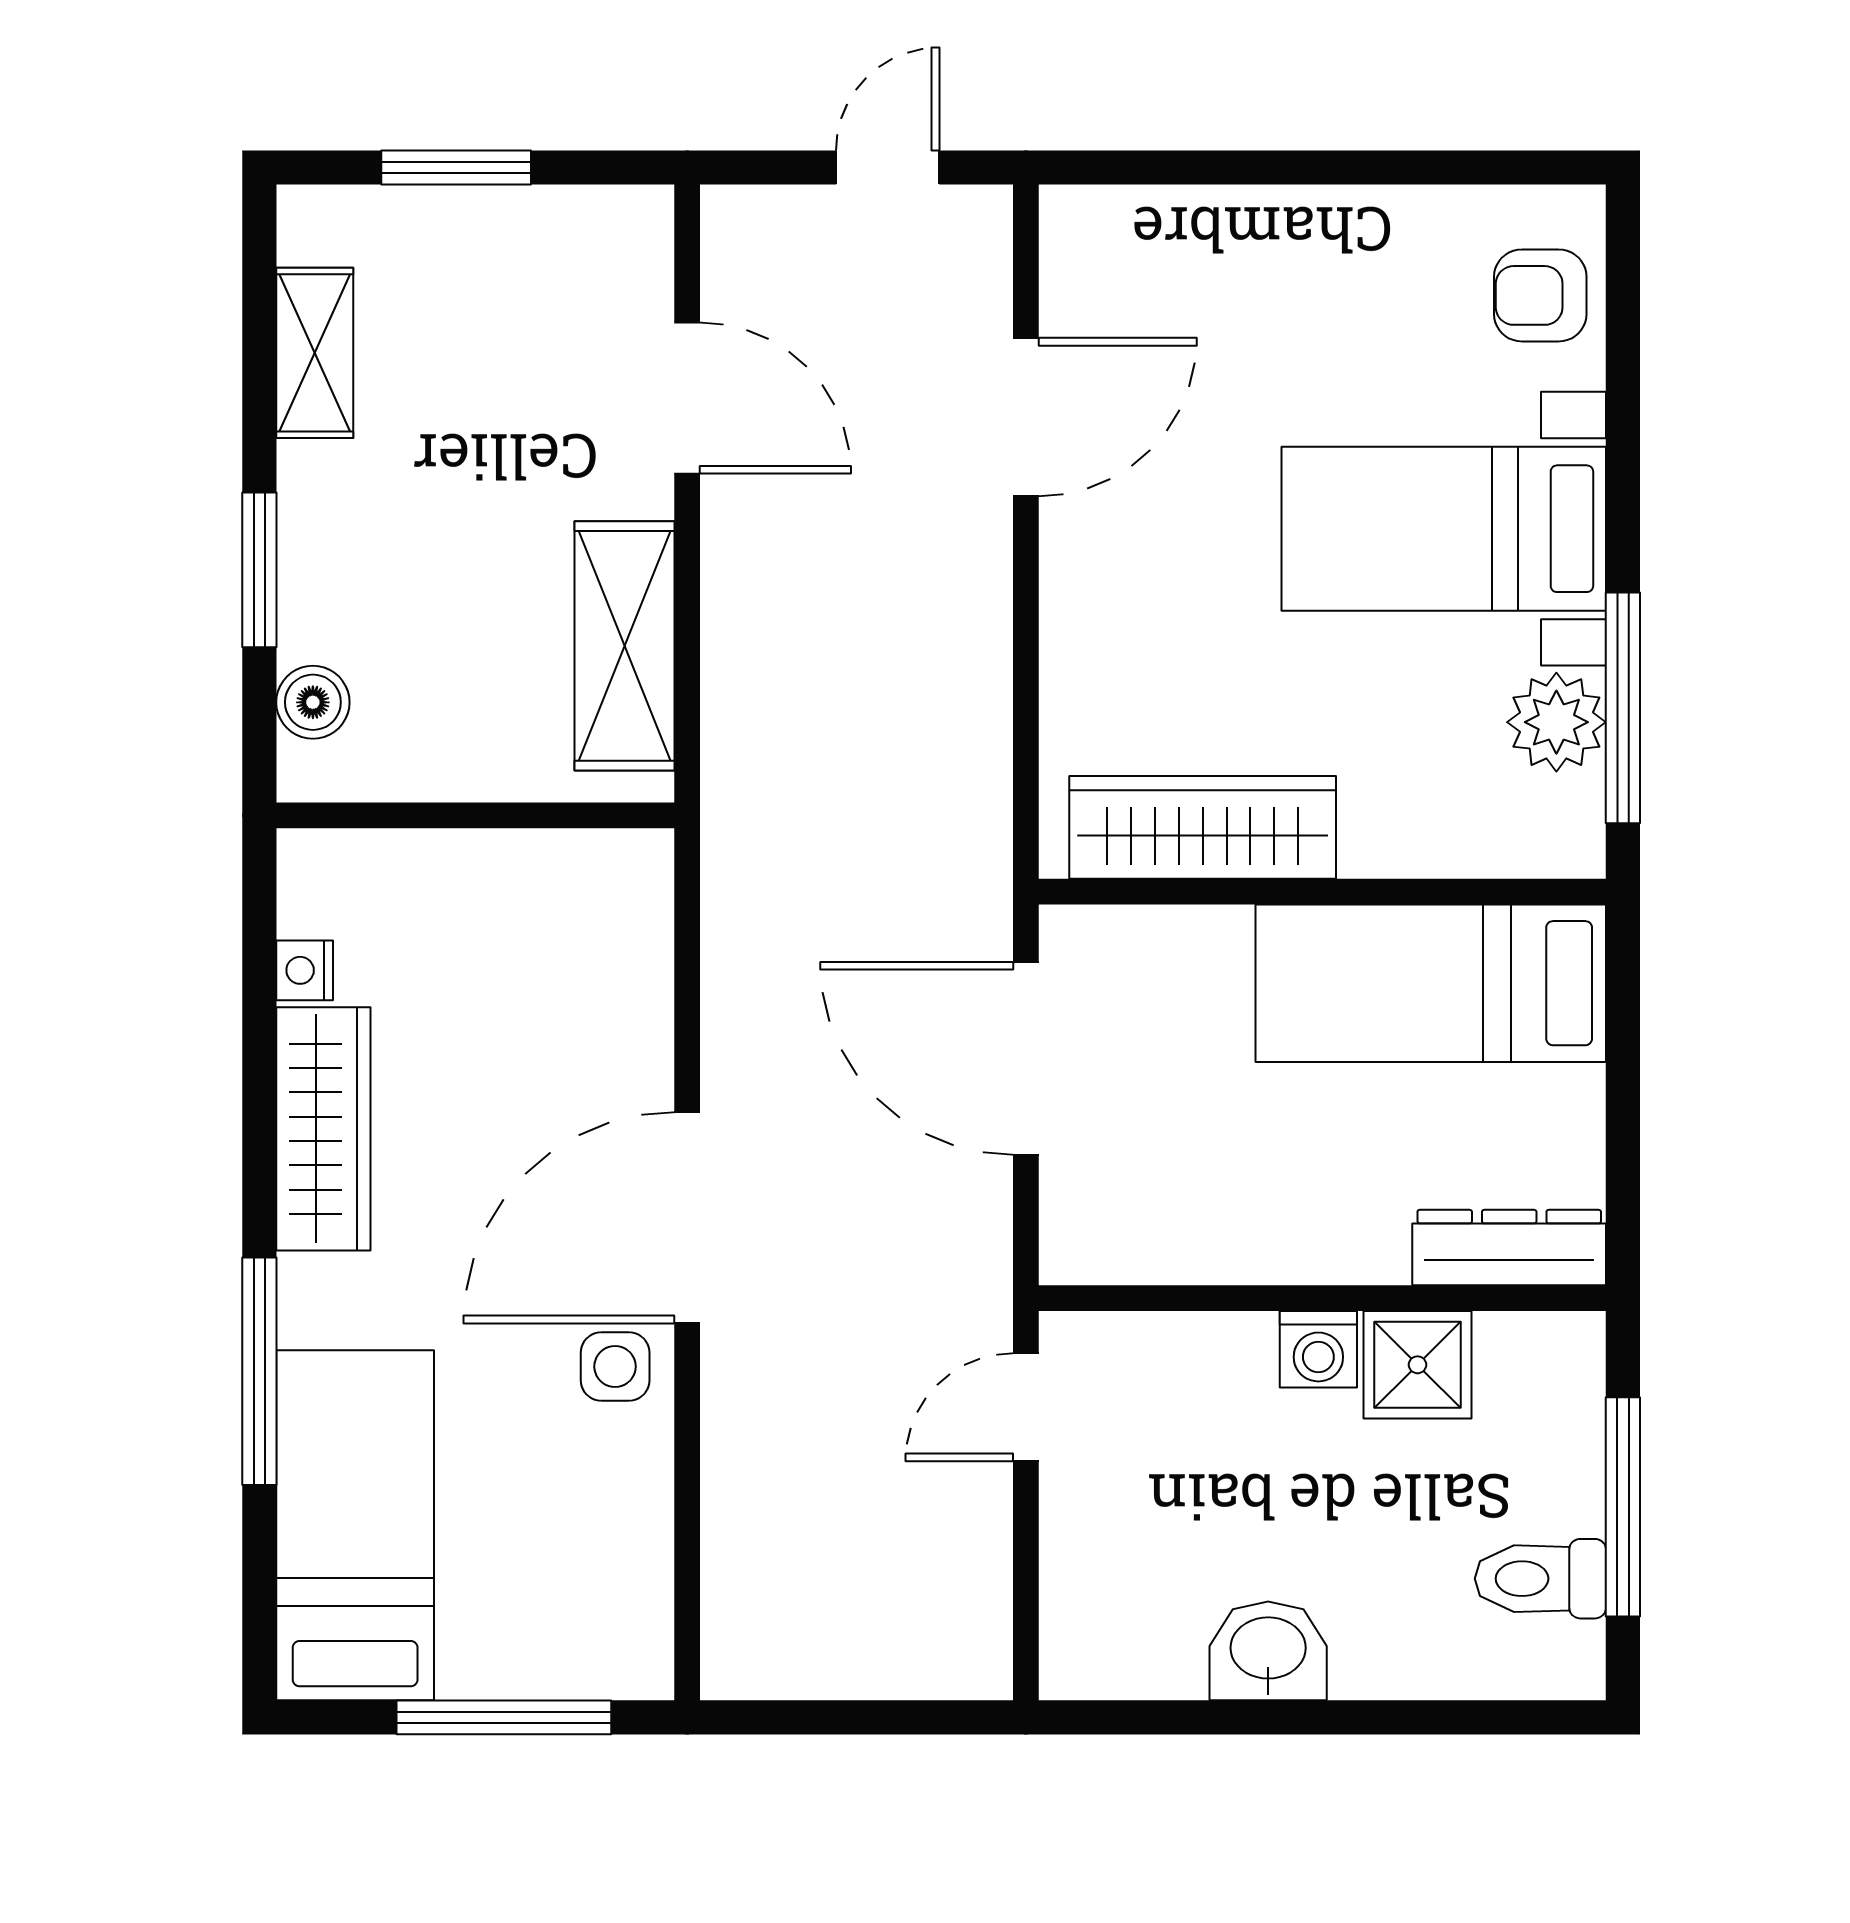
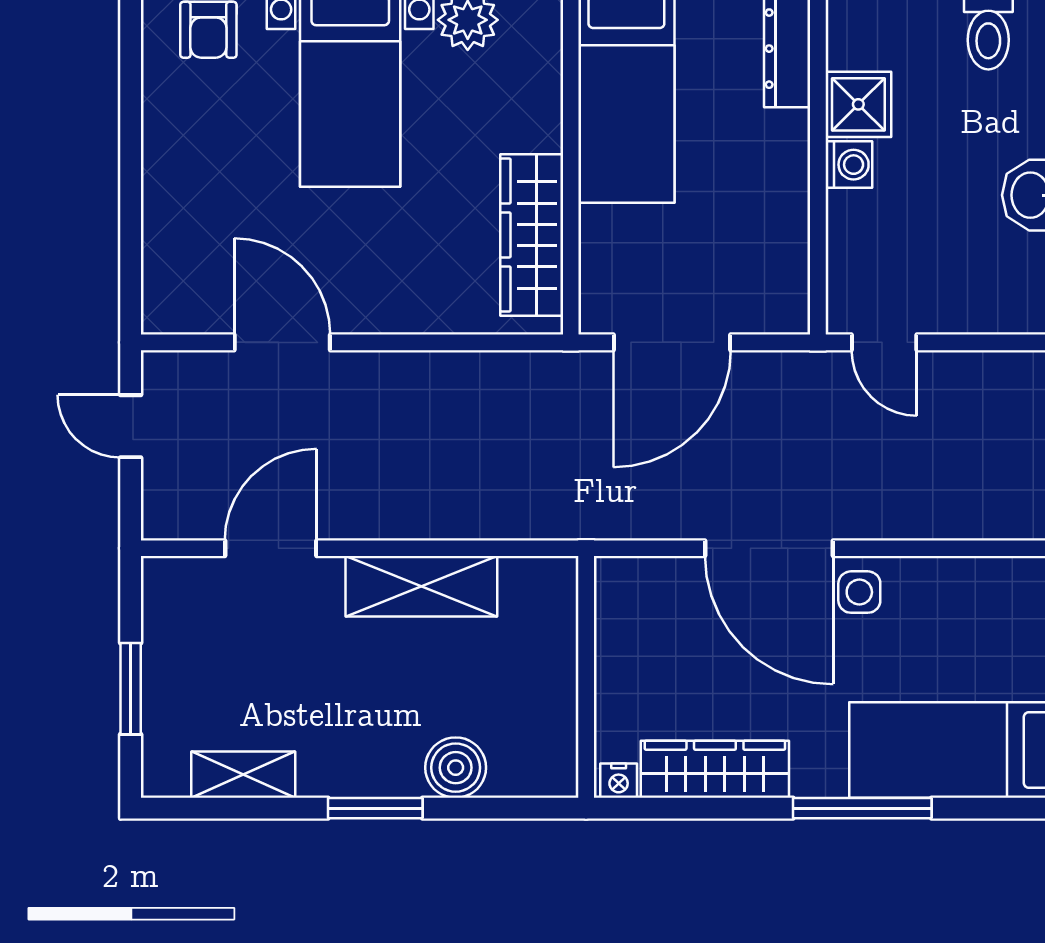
boiler: (313, 702) -> (456, 768), width x1.36, depth x1.36
wall: (475, 815) -> (586, 677), moved

